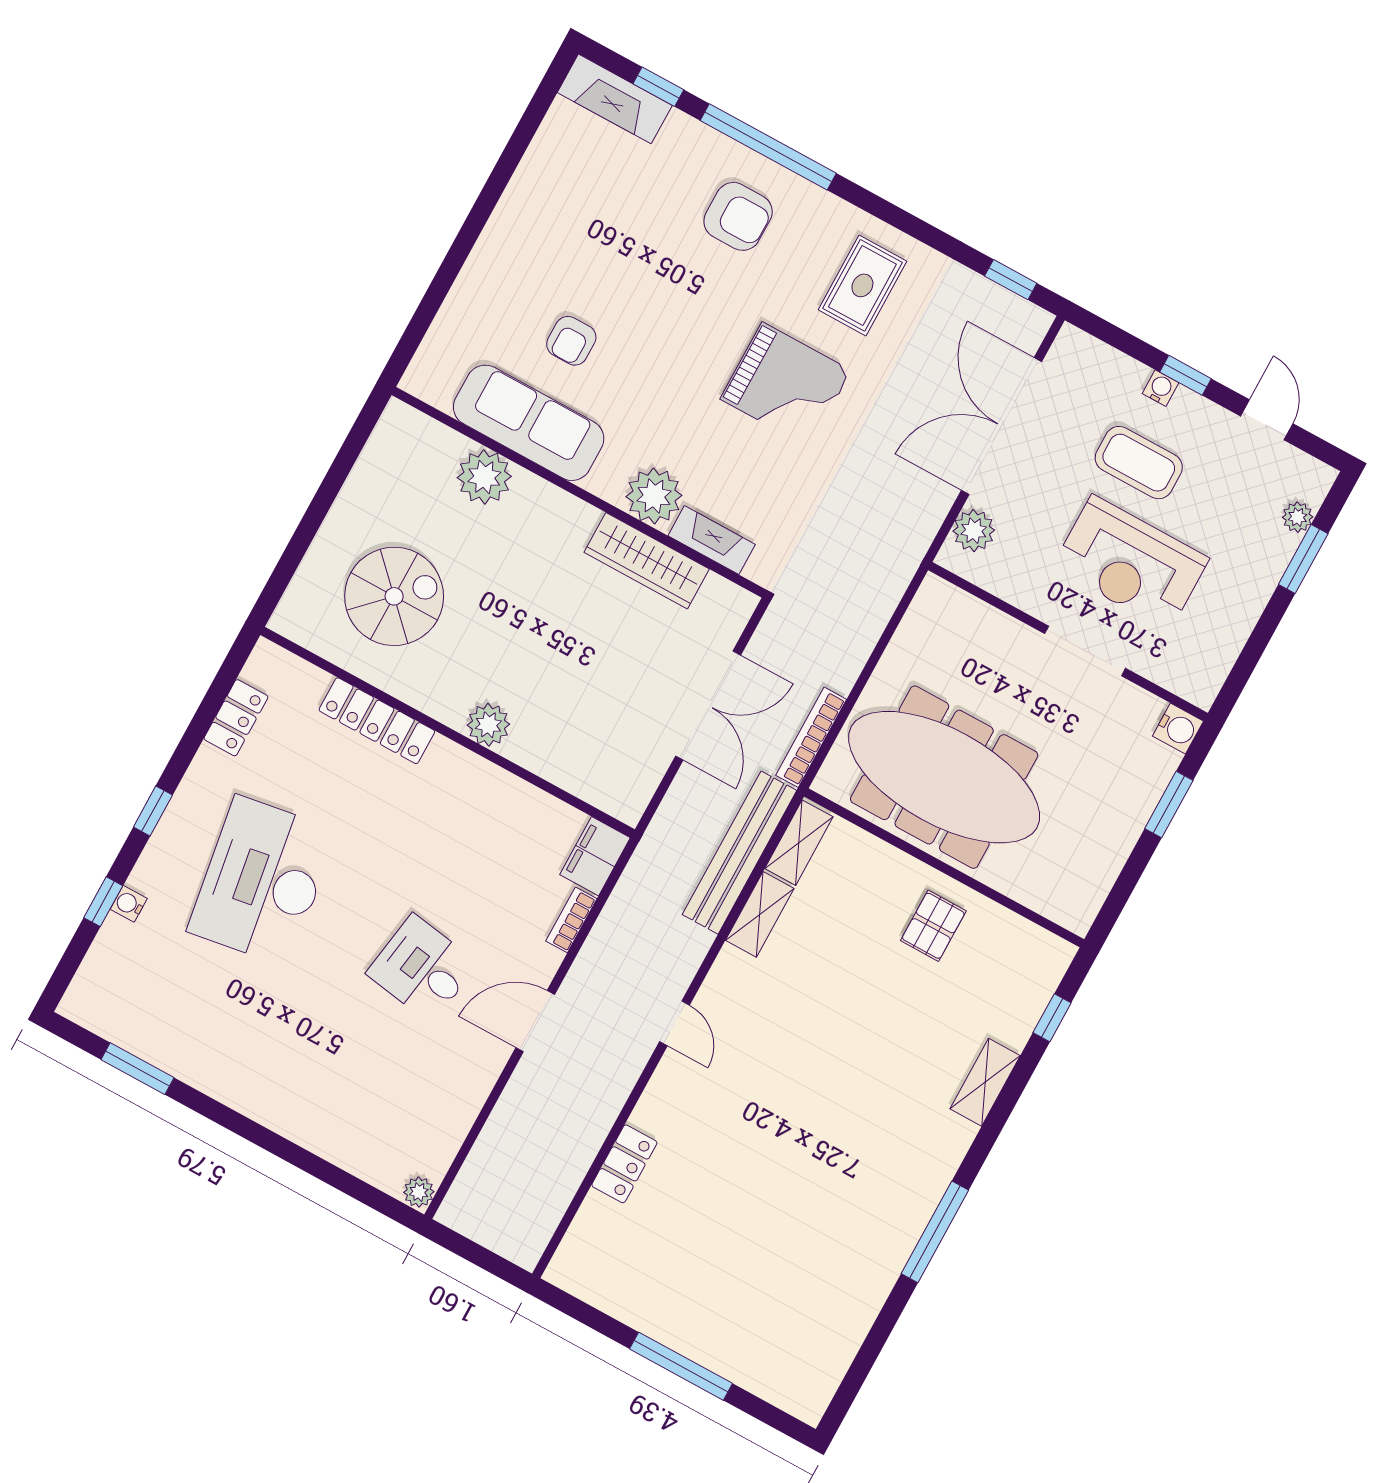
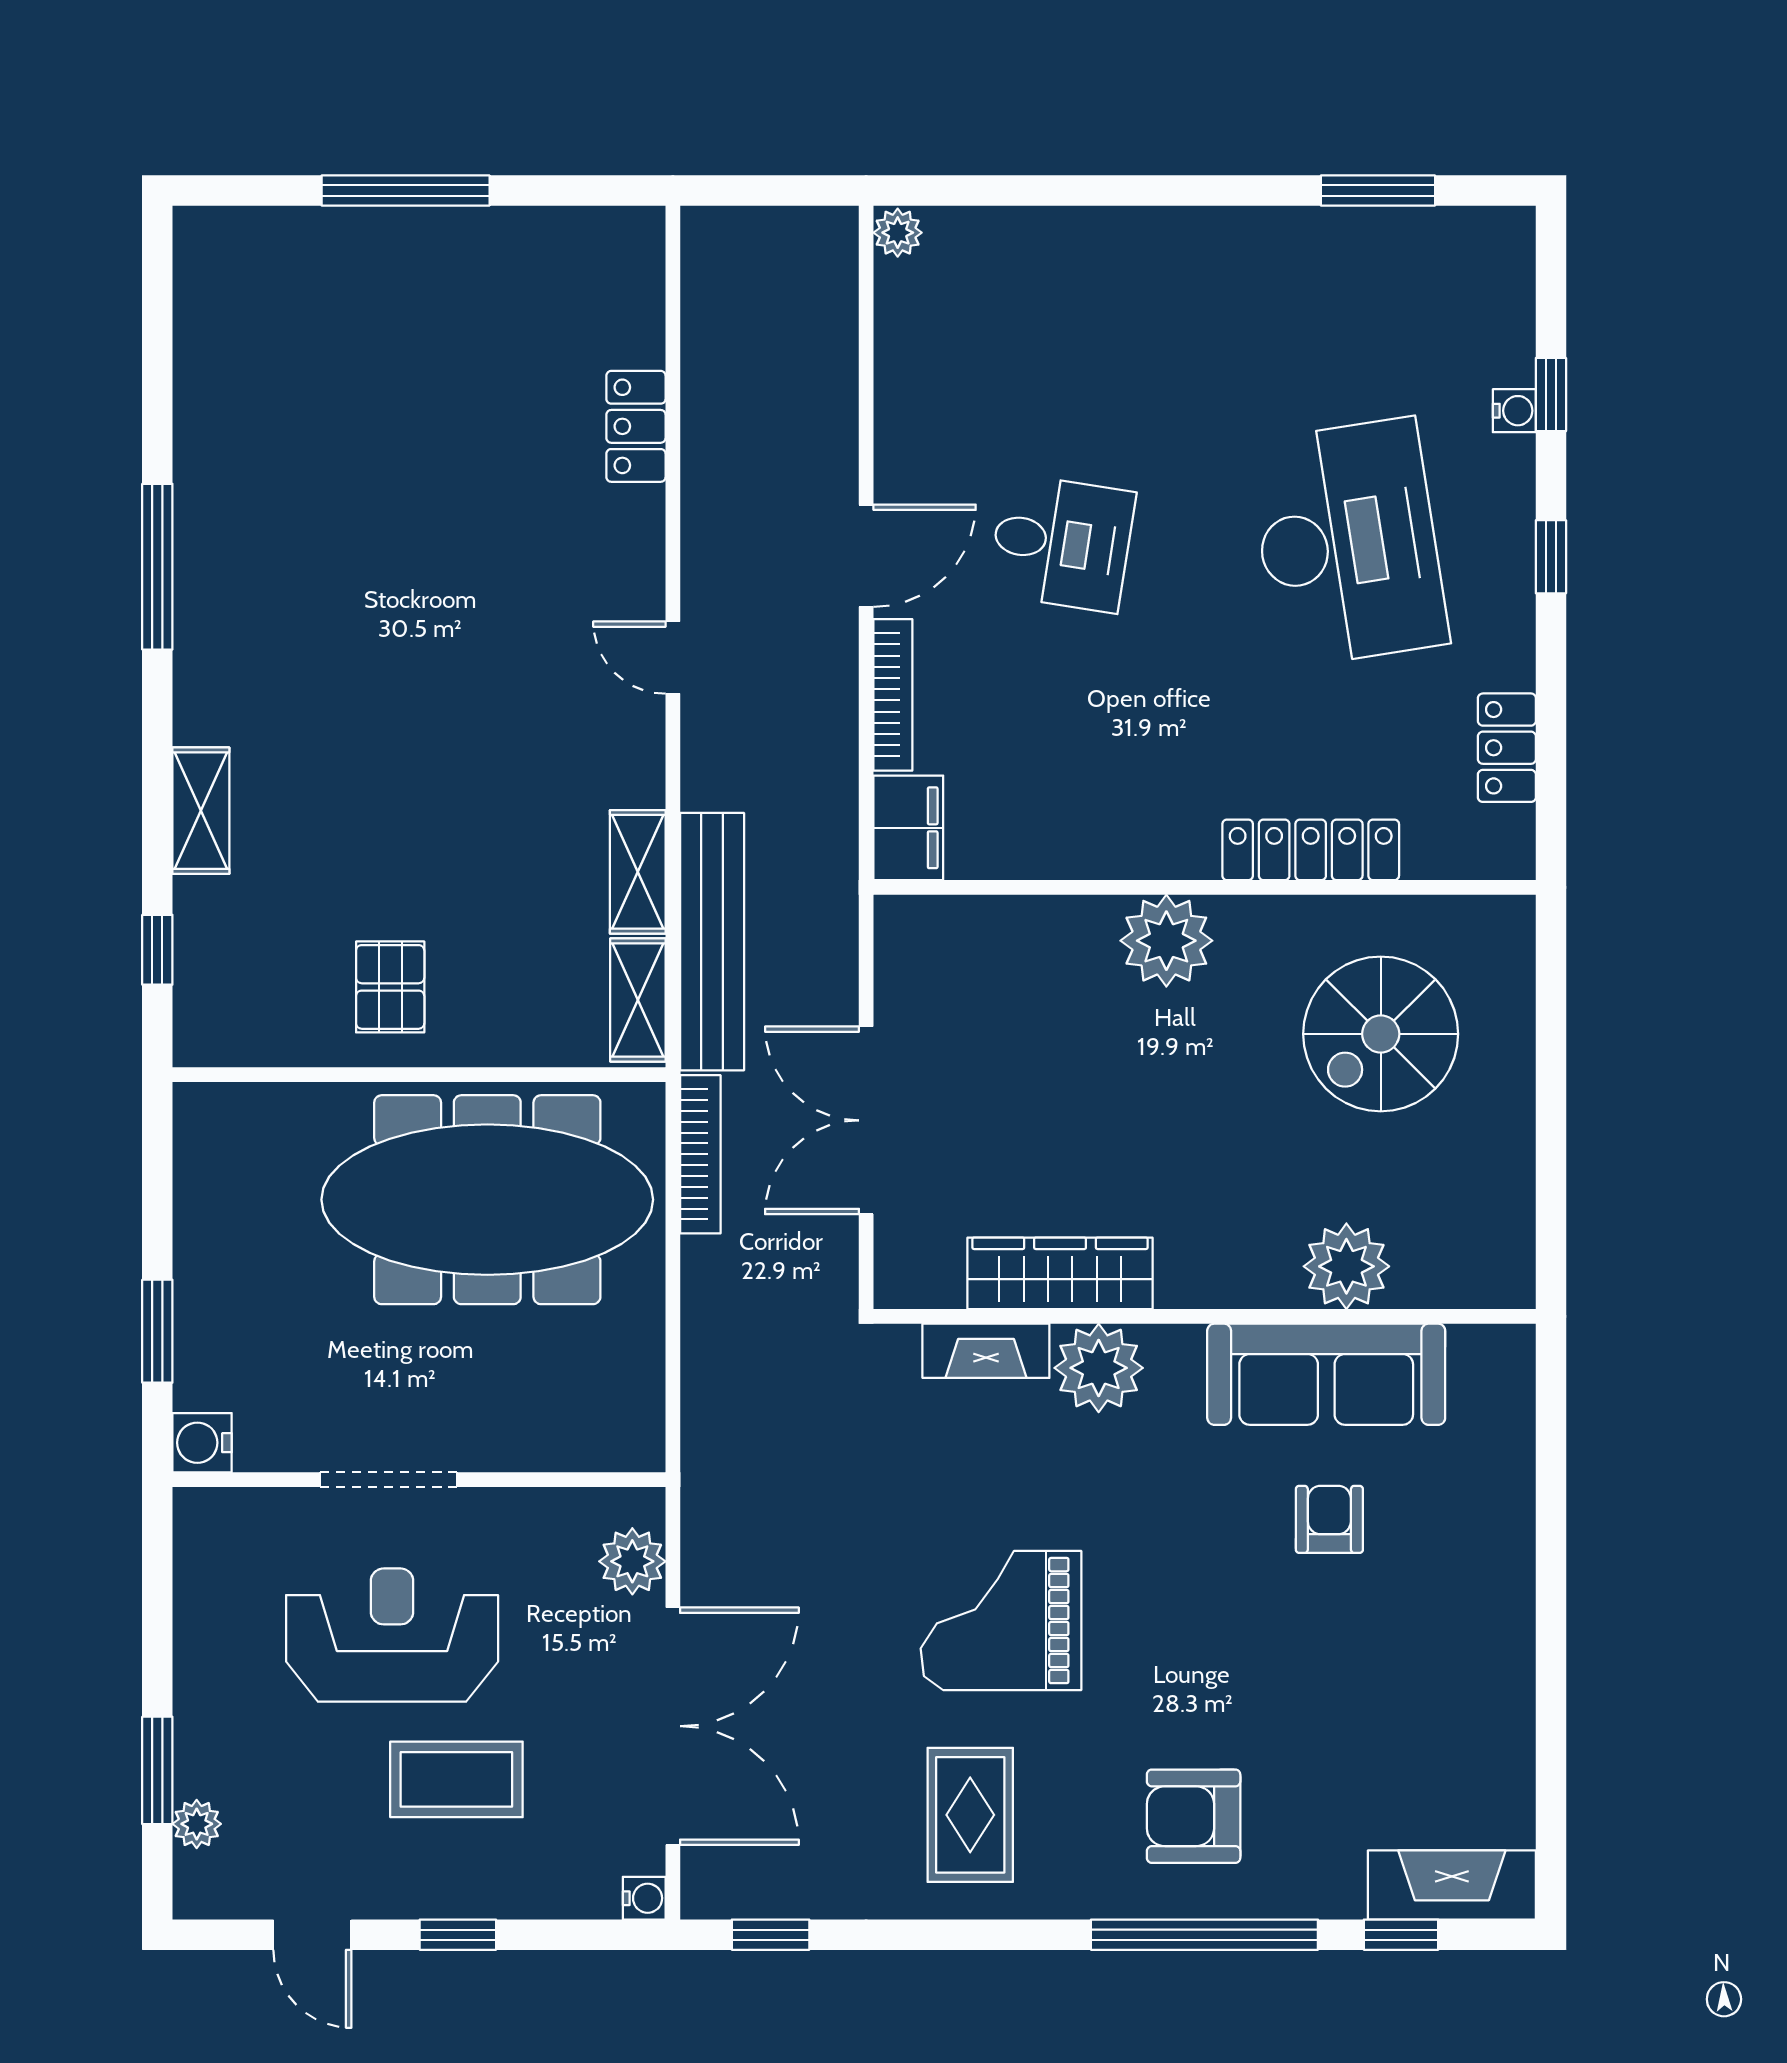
water cooler: (1160, 388) -> (644, 1898), moved, turned -90
plant: (488, 725) -> (1166, 941), width x1.36, depth x1.36
bookcase: (571, 920) -> (893, 695), width x1.56

